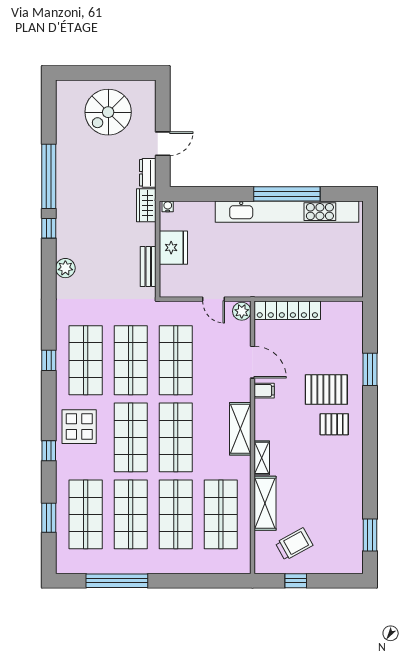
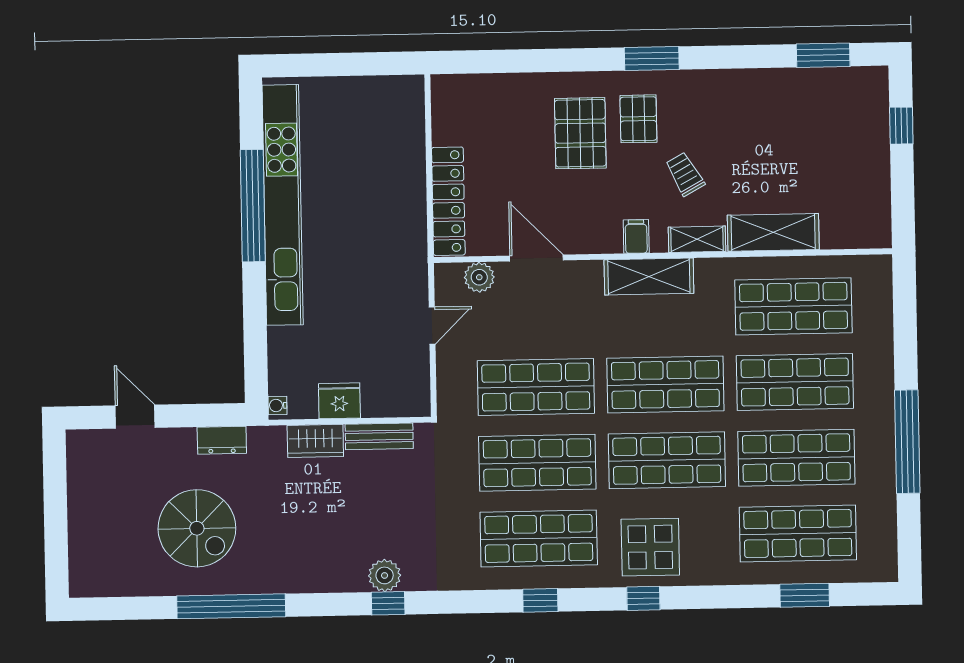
spiral stairs: (108, 112) -> (197, 528), moved
door: (163, 144) -> (135, 417), moved
wardrobe: (146, 205) -> (315, 441), moved
window: (49, 228) -> (388, 603), moved
fridge: (173, 248) -> (339, 401), width x0.73, depth x0.75
plant: (242, 311) -> (479, 277), moved
door: (253, 362) -> (536, 258), hinge flipped
window: (370, 369) -> (652, 58), moved
filing cabinet: (264, 391) -> (636, 236), moved
window: (49, 451) -> (643, 598), moved
trolley: (294, 544) -> (685, 174), moved, width x0.73, depth x0.72
window: (117, 581) -> (907, 442), moved
window: (296, 581) -> (901, 126), moved

